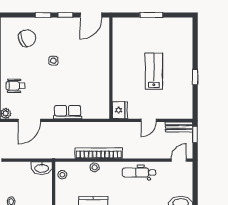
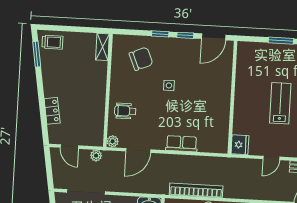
bookcase: (99, 153) -> (196, 190), moved

